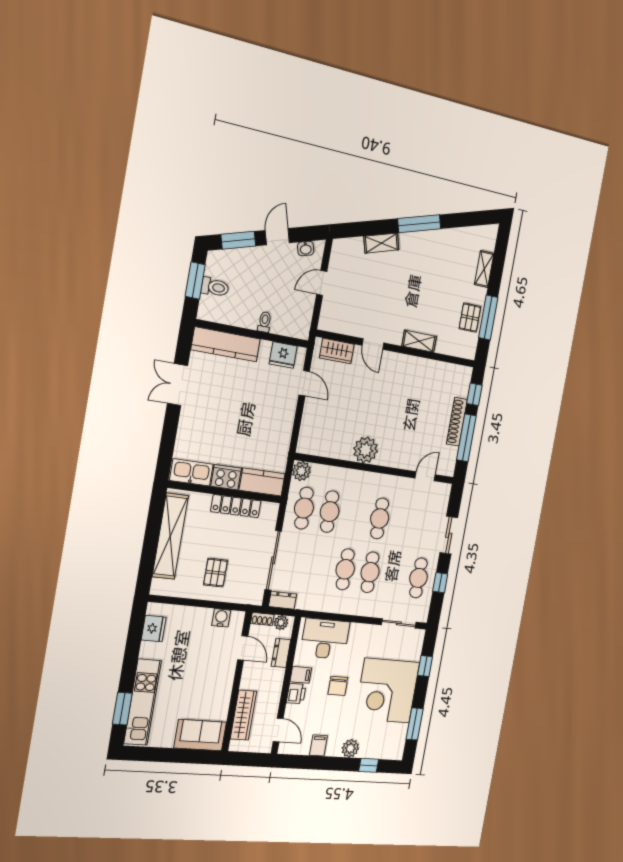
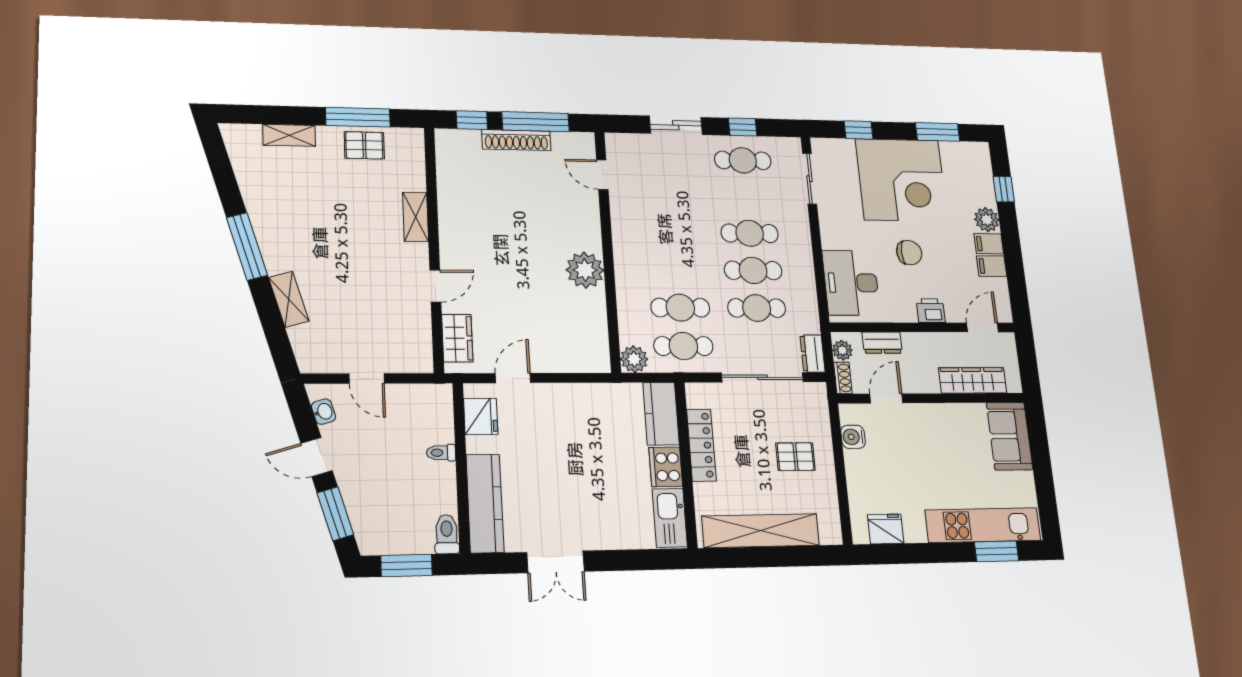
toilet: (215, 287) -> (447, 534), moved
cafe table: (380, 518) -> (757, 308), moved
filing cabinet: (301, 675) -> (989, 244), moved, turned -90

